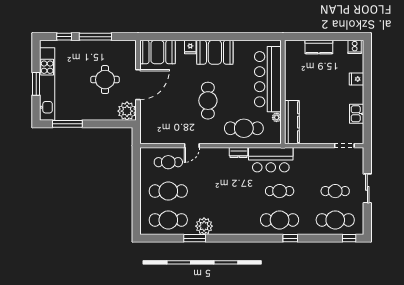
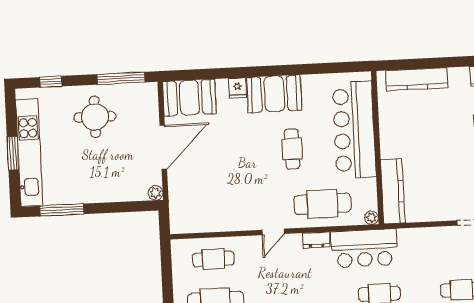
window: (95, 37) -> (121, 78), moved
kitchen counter: (319, 47) -> (417, 79), width x1.50
round table: (105, 80) -> (95, 117), moved
cafe table: (208, 101) -> (292, 149), moved, width x0.73, depth x0.74
plant: (127, 111) -> (156, 193), width x0.53, depth x0.53
plant: (277, 117) -> (371, 218), moved
door: (192, 146) -> (273, 232), moved

